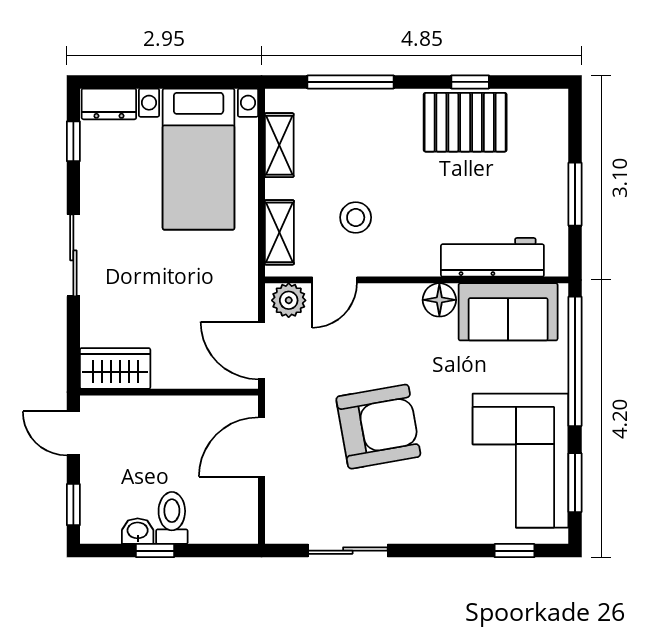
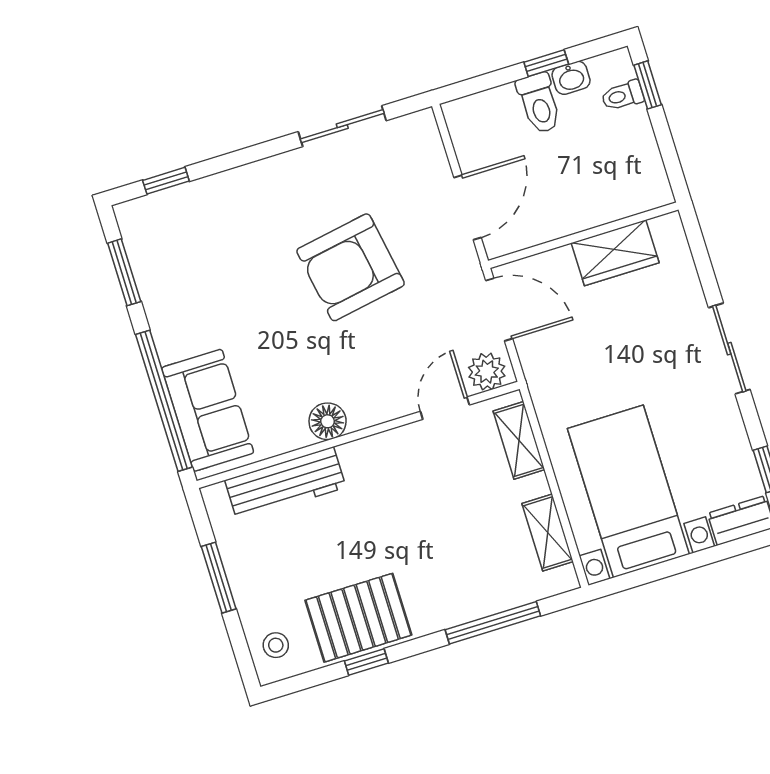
stool: (356, 217) -> (276, 645), moved, width x0.73, depth x0.73
sofa: (508, 312) -> (208, 410), moved, turned 90
wardrobe: (115, 368) -> (615, 253), moved
door: (73, 433) -> (671, 160), removed
corner sofa: (521, 461) -> (189, 278), removed
toilet: (98, 502) -> (623, 96), added

